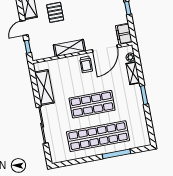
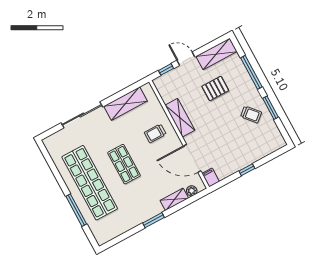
filing cabinet: (124, 34) -> (211, 177), width x0.50
trolley: (86, 64) -> (155, 133), moved
shop shelf: (92, 104) -> (124, 164), width x0.70, depth x0.74

